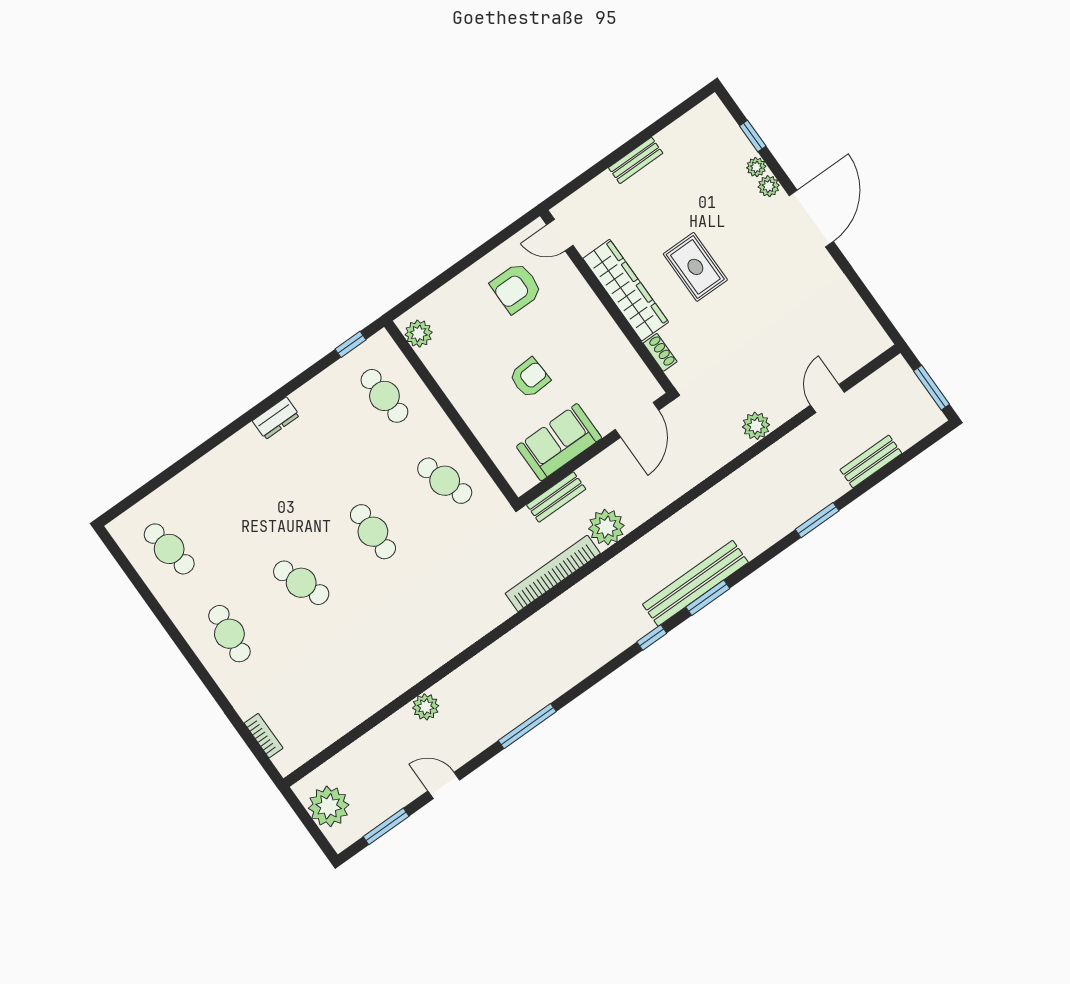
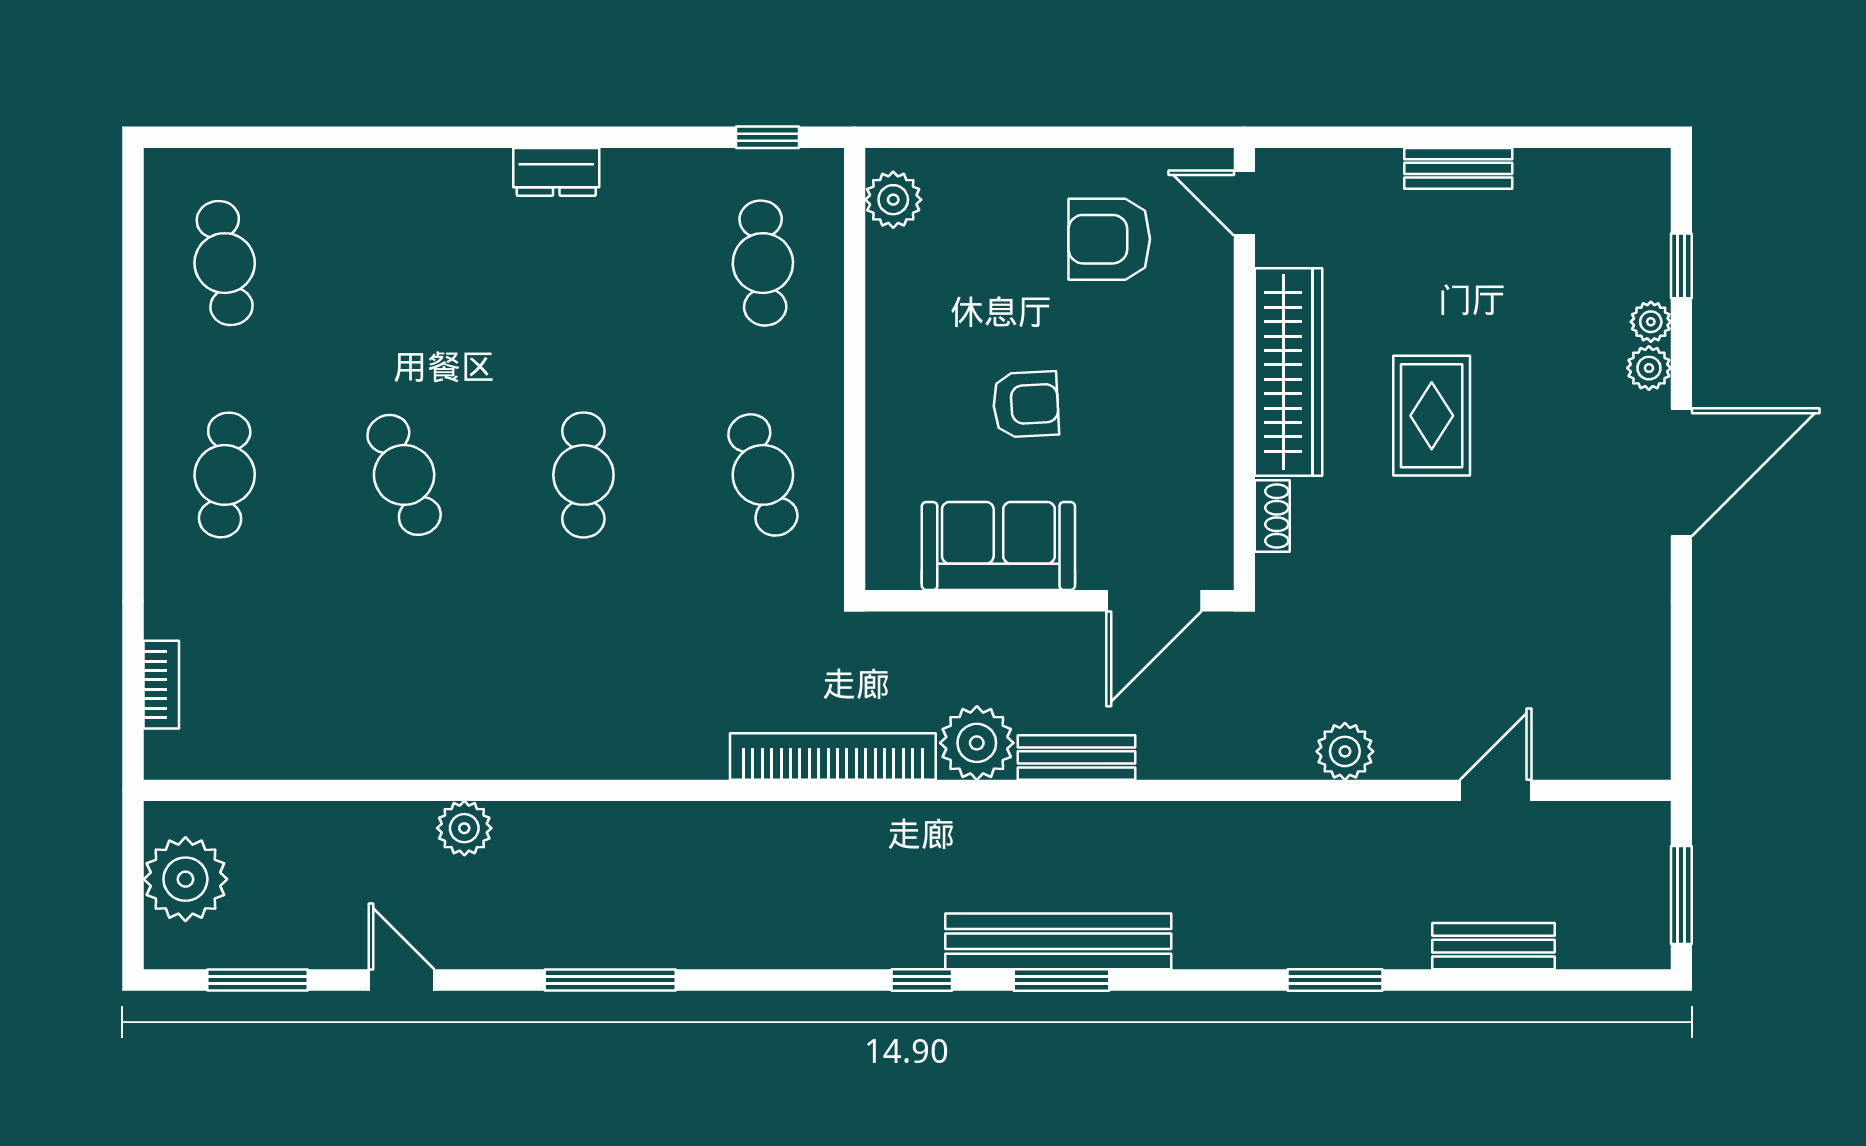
bench: (556, 497) -> (1076, 757), moved

